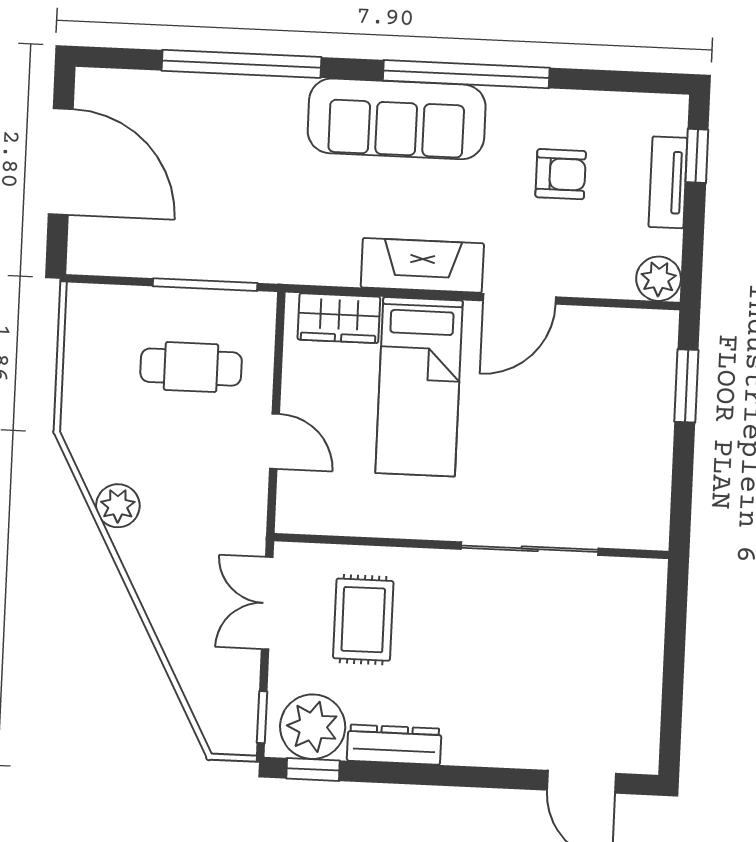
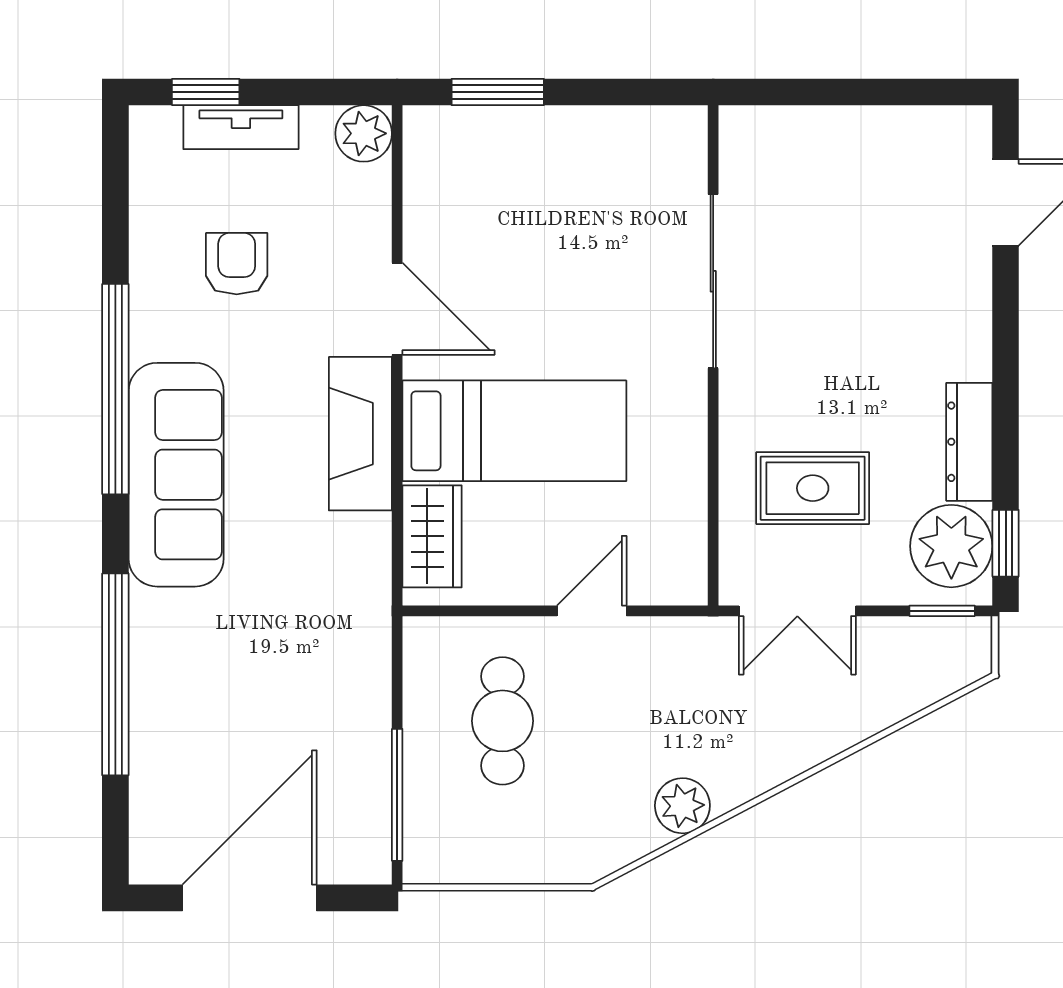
window: (205, 285) -> (397, 795), moved

